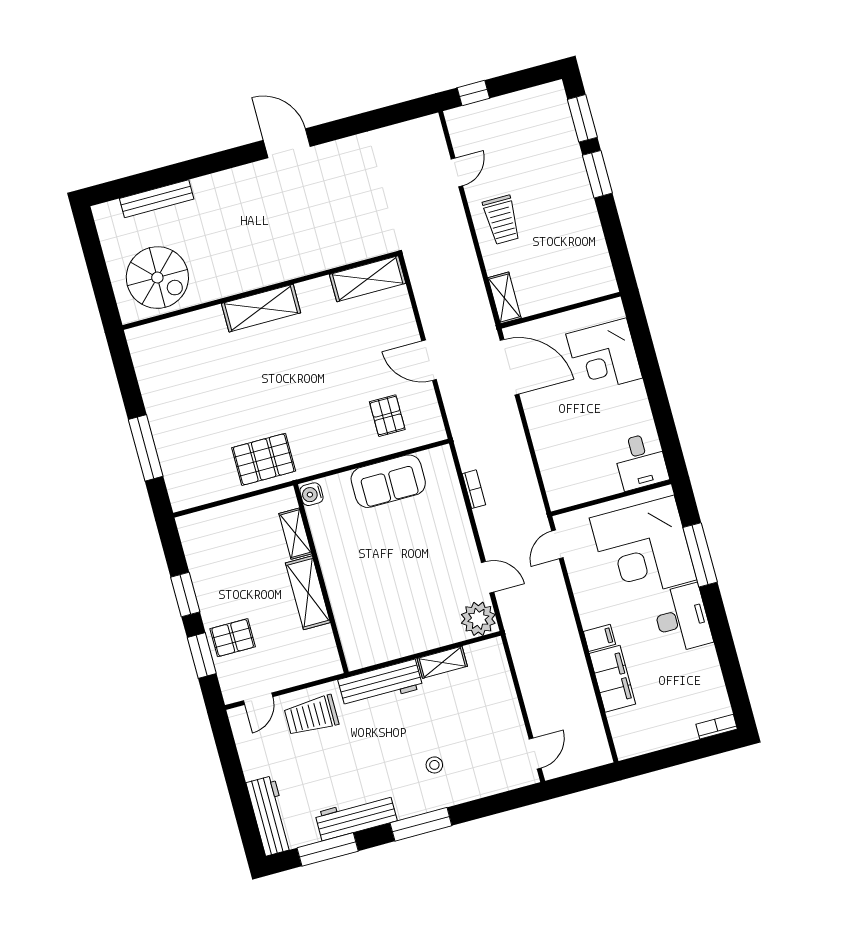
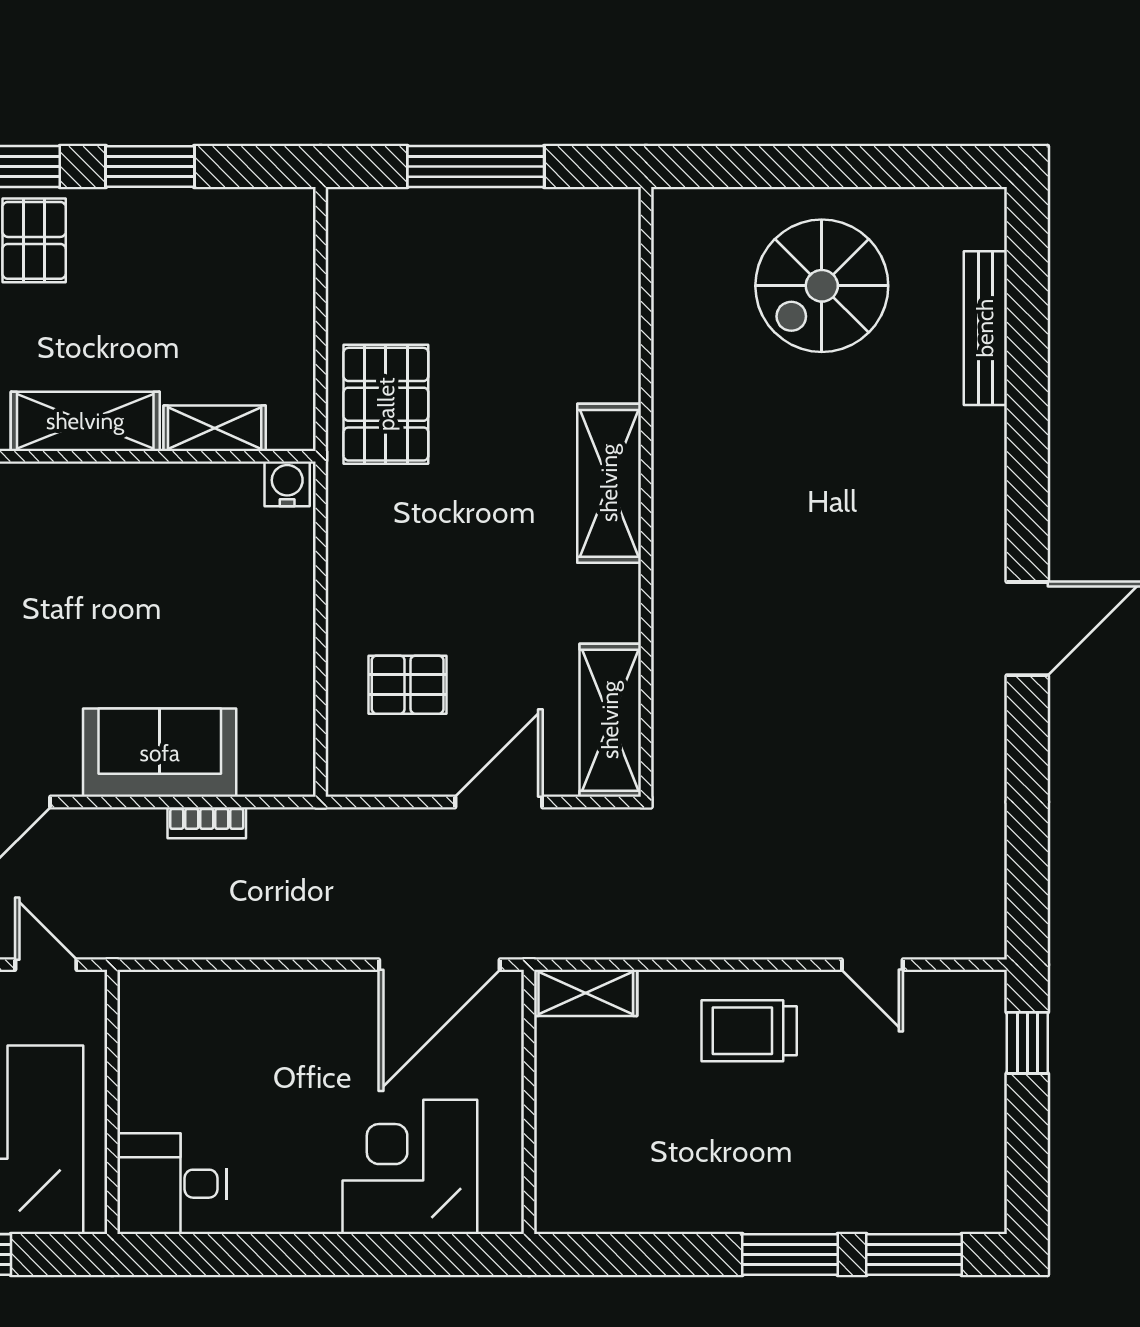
shelving: (368, 279) -> (610, 720), moved
wall: (260, 290) -> (646, 492), moved
shelving: (261, 308) -> (609, 483), moved
sofa: (388, 481) -> (160, 753), moved, turned 90

